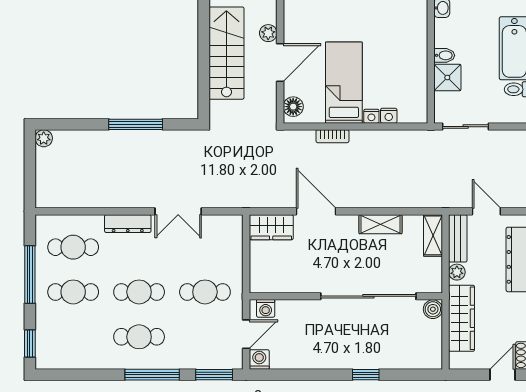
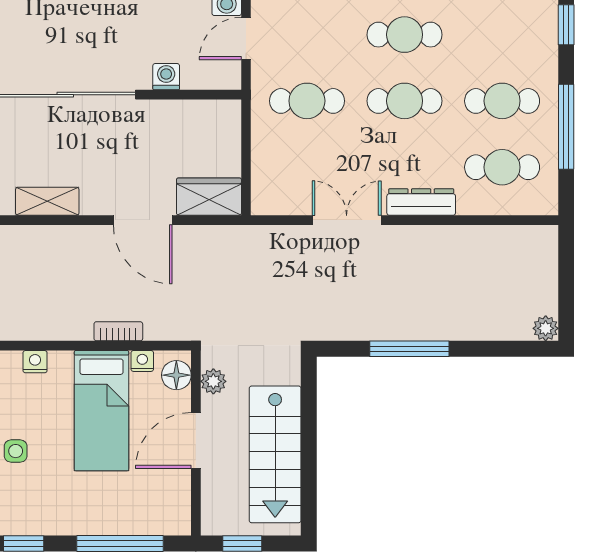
plant: (268, 33) -> (213, 381), moved
side table: (402, 55) -> (16, 451), added
nightstand: (371, 116) -> (142, 361), moved
washing machine: (266, 308) -> (166, 77), moved

